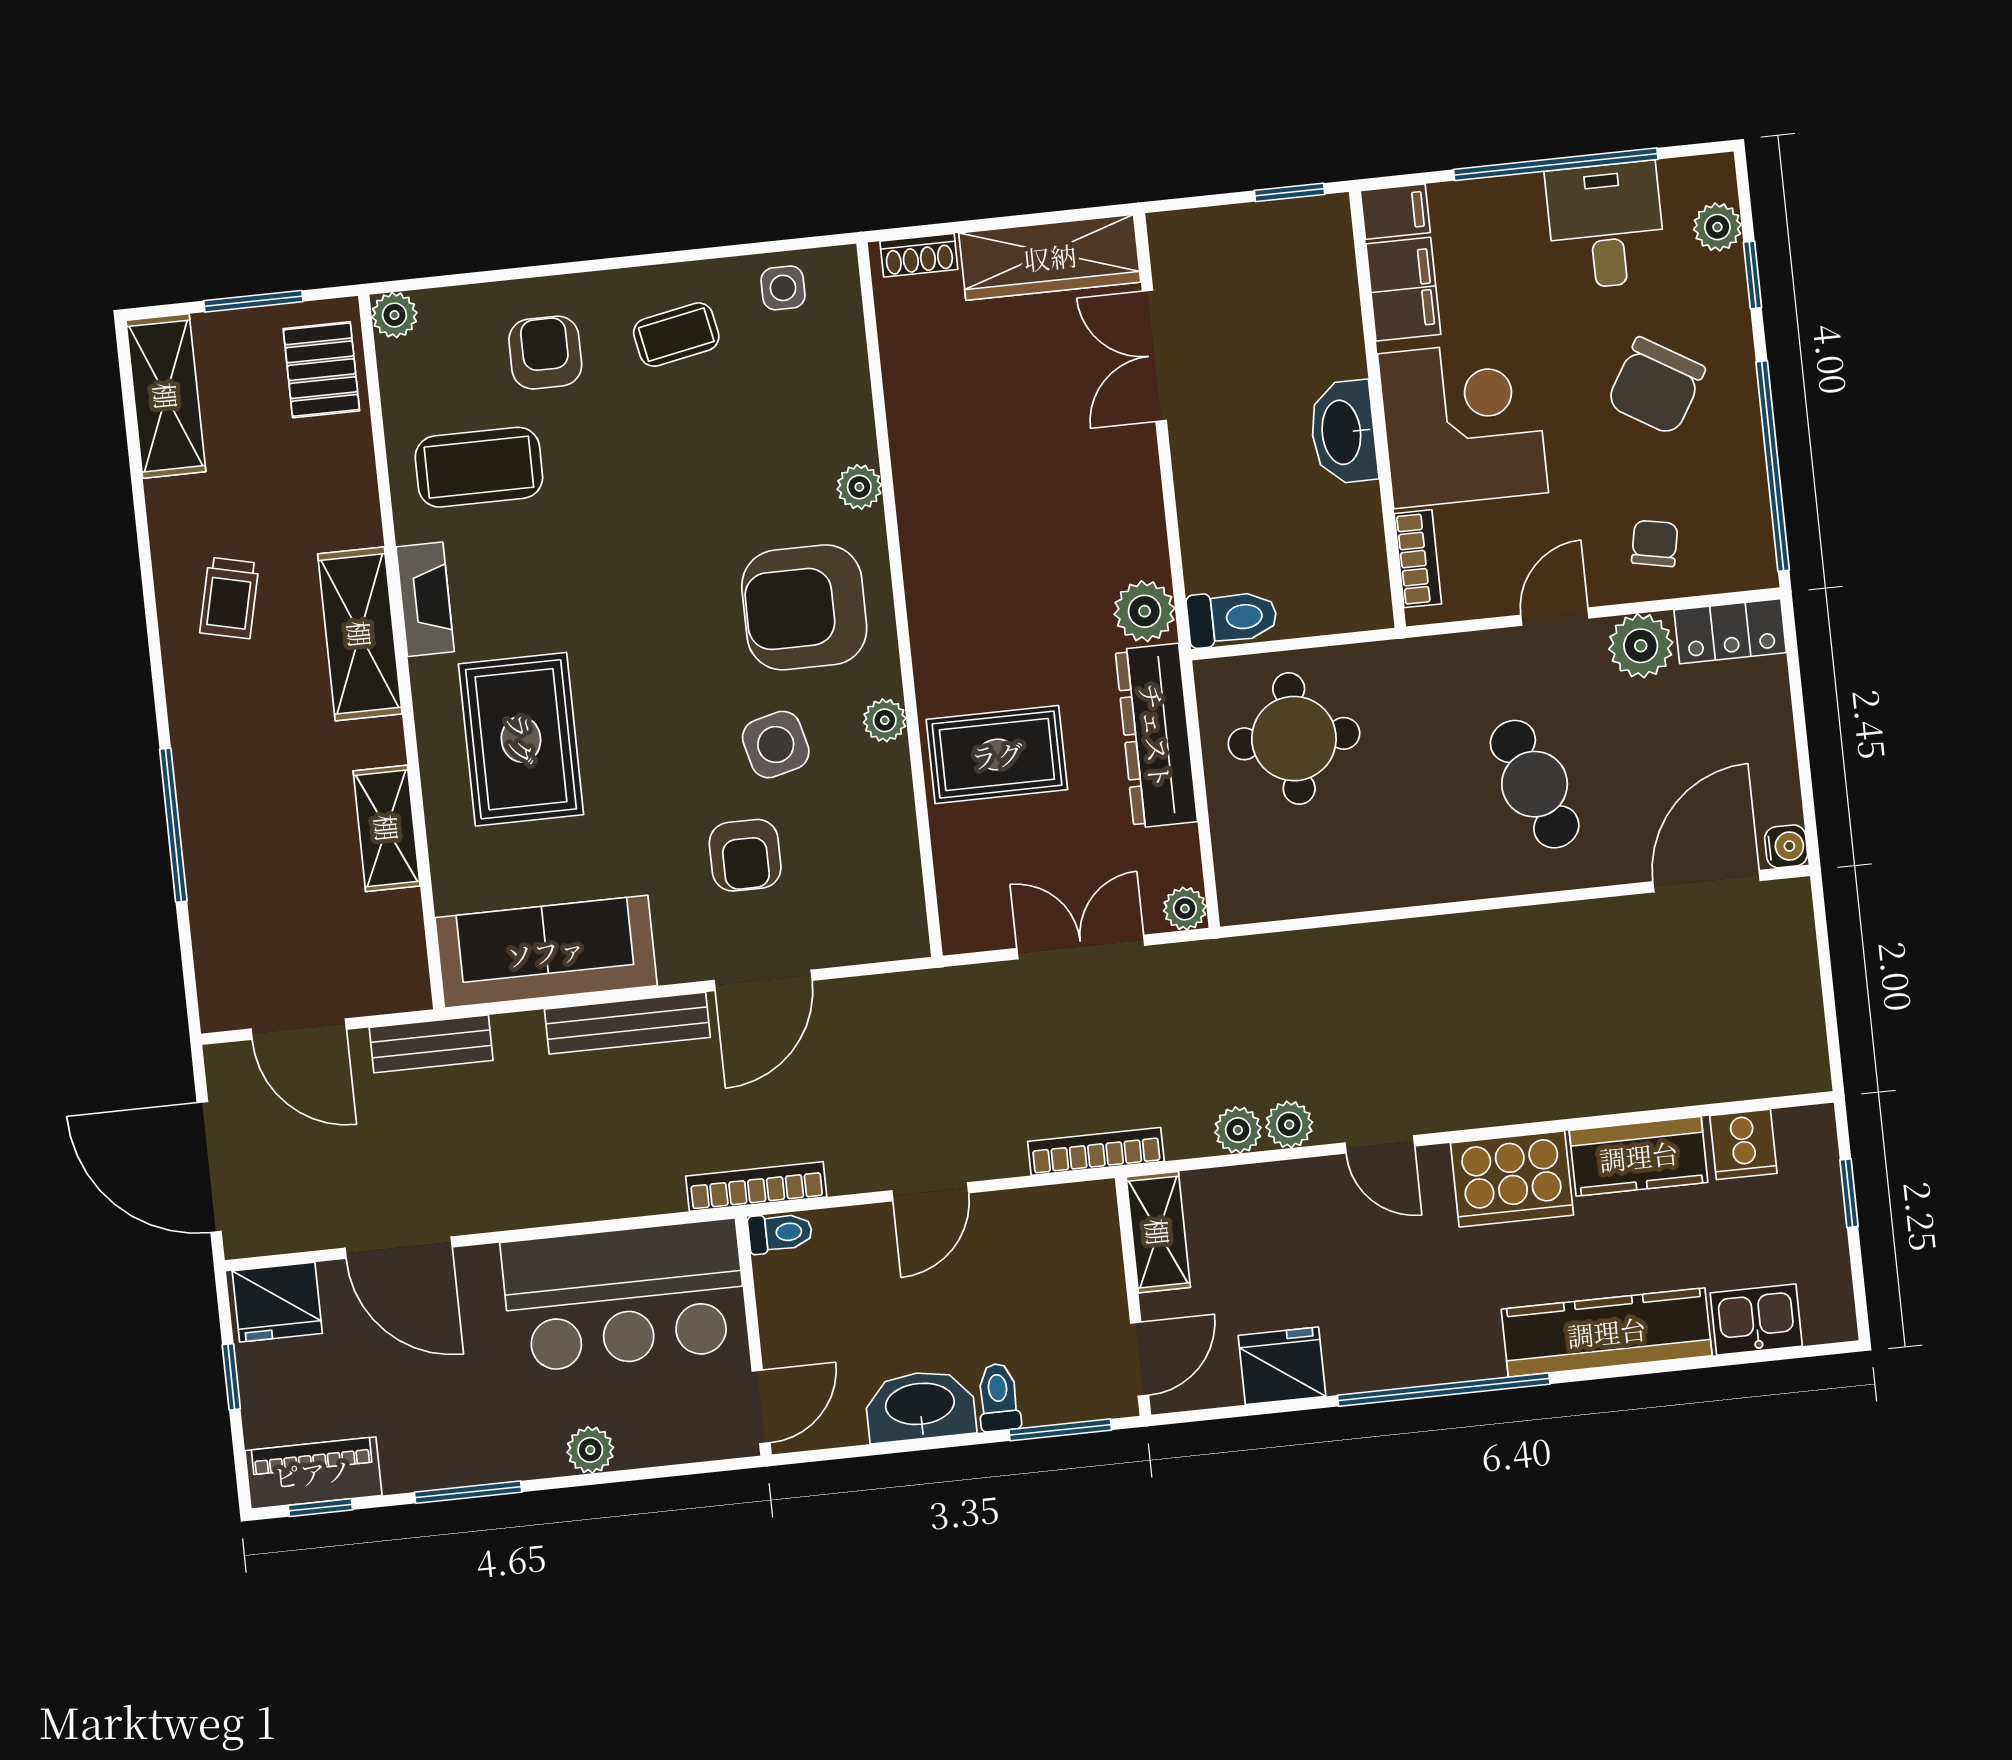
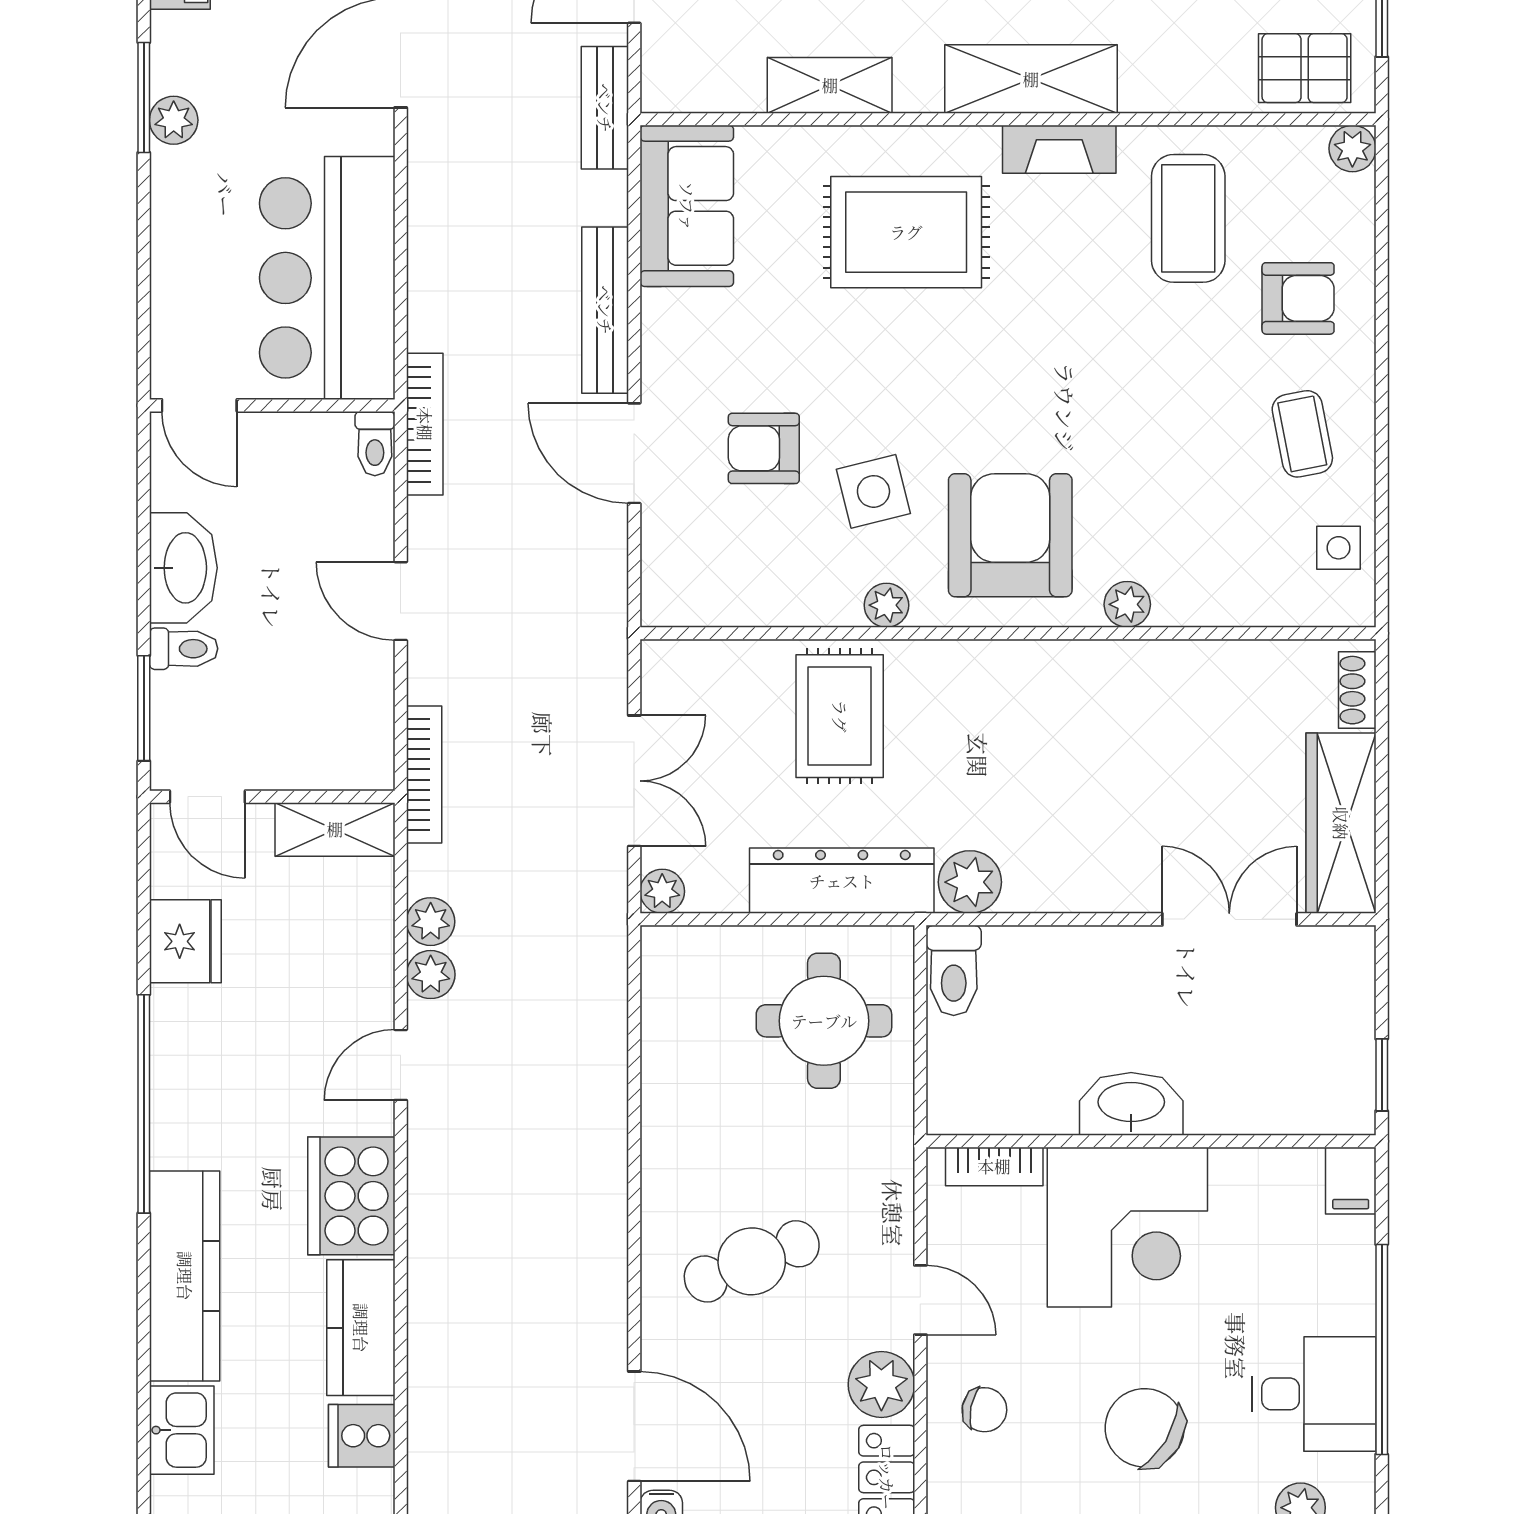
filing cabinet: (1403, 289) -> (1271, 1180), removed
sofa: (546, 952) -> (687, 206), width x0.73
plant: (590, 1450) -> (174, 120), moved

